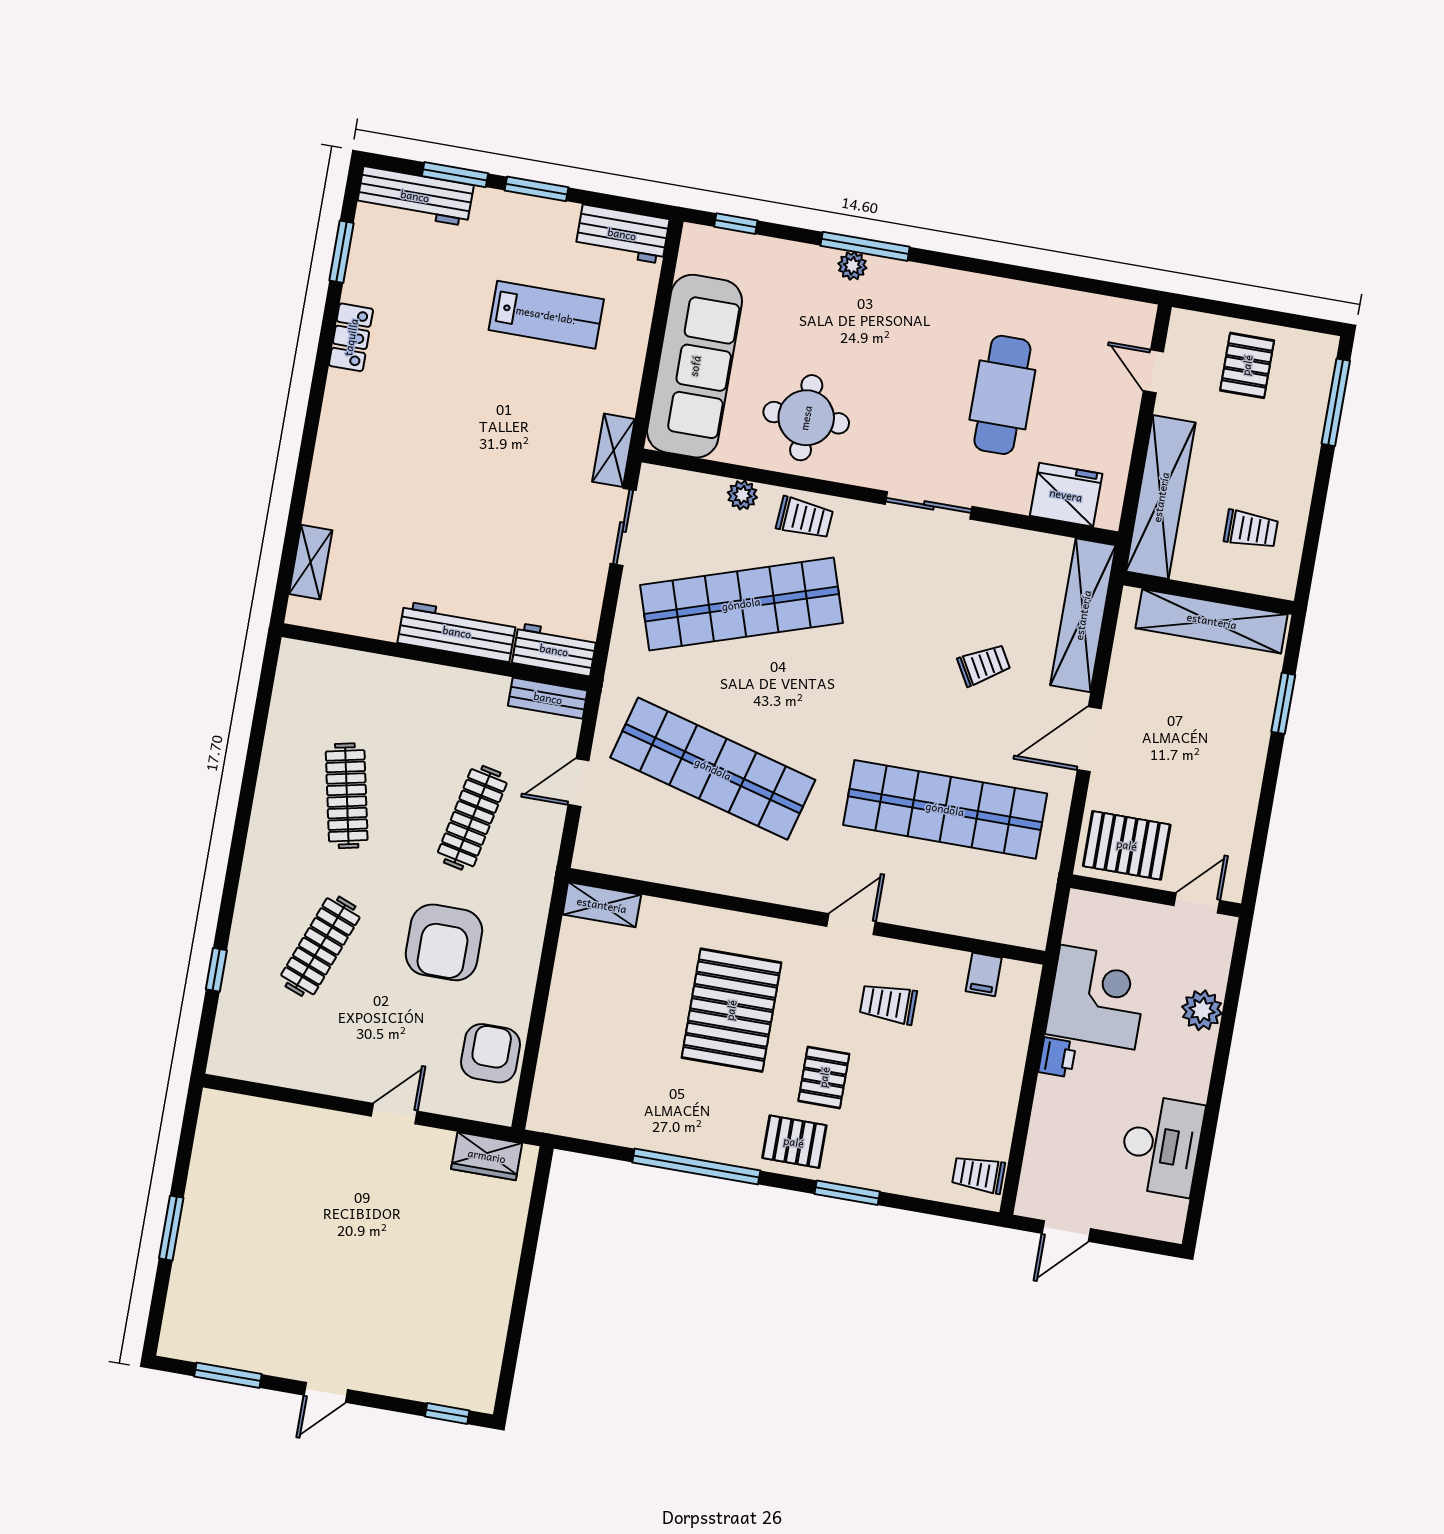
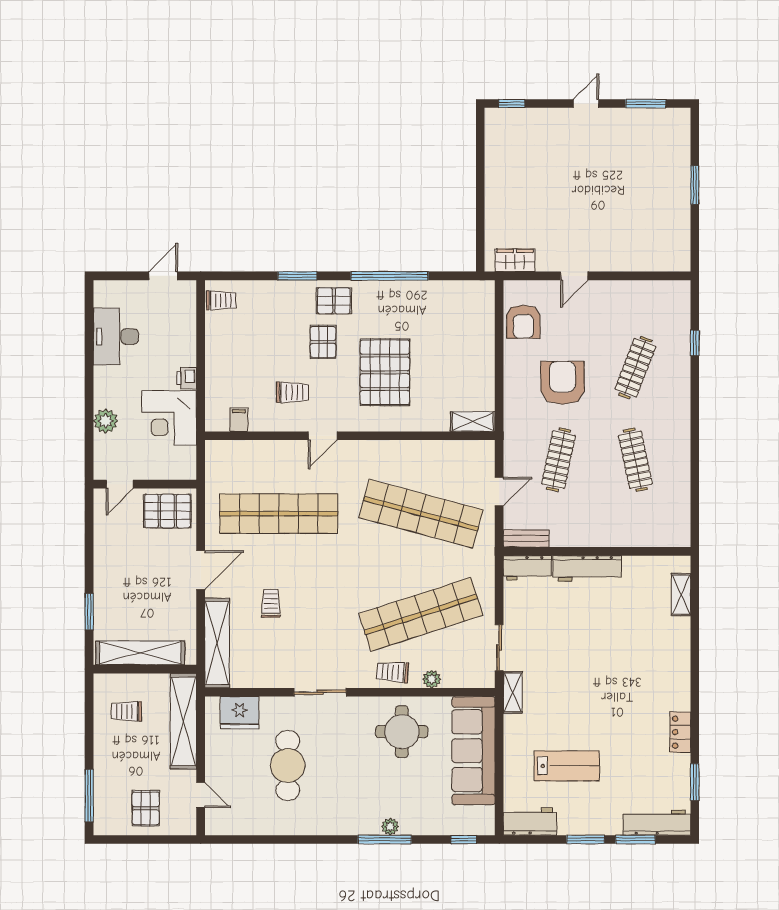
lab bench: (546, 315) -> (567, 766), turned 180
trolley: (984, 665) -> (271, 603), turned 120

